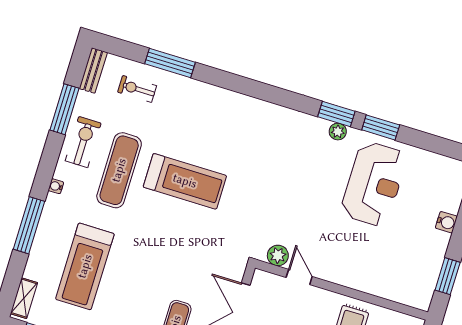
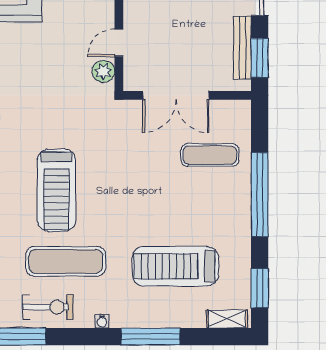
exercise bike: (83, 142) -> (48, 307), turned 180
treadmill: (185, 181) -> (56, 190), turned 180
treadmill: (85, 266) -> (175, 266), turned 180

